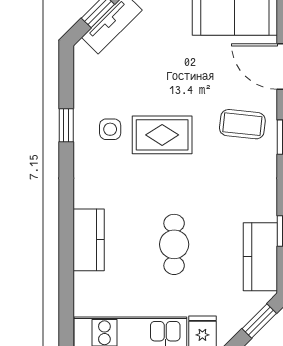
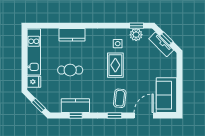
plant: (88, 85) -> (136, 35), added
window: (66, 125) -> (137, 26), moved
kitchen counter: (260, 257) -> (75, 106), moved

